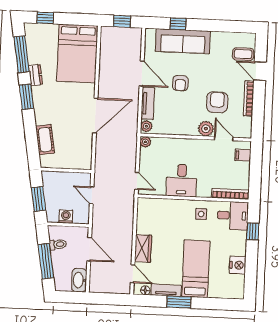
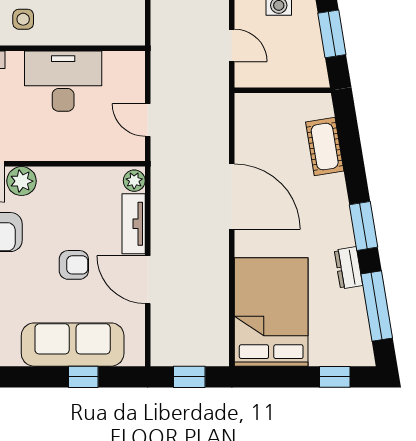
armchair: (180, 83) -> (74, 265), turned 90
door: (95, 115) -> (232, 197), swing flipped
plant: (145, 142) -> (135, 151), removed
desk: (182, 180) -> (63, 81), width x1.37
door: (137, 181) -> (148, 120), moved

